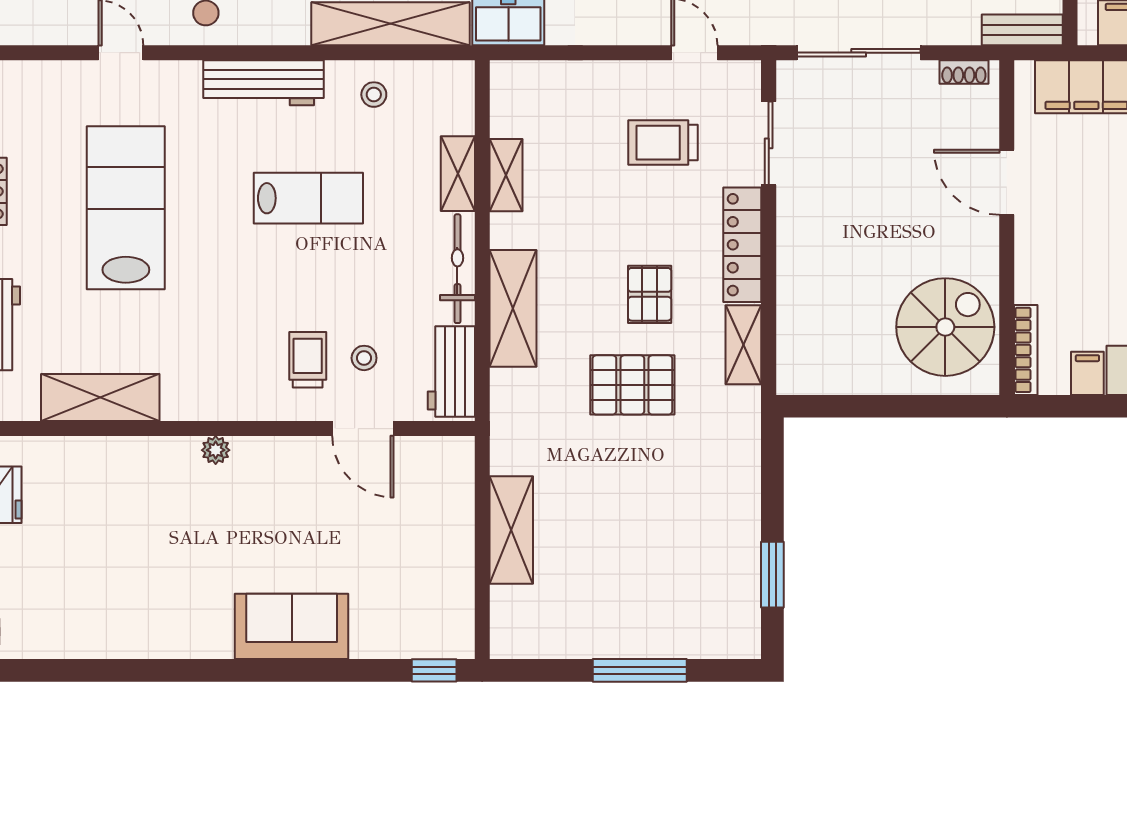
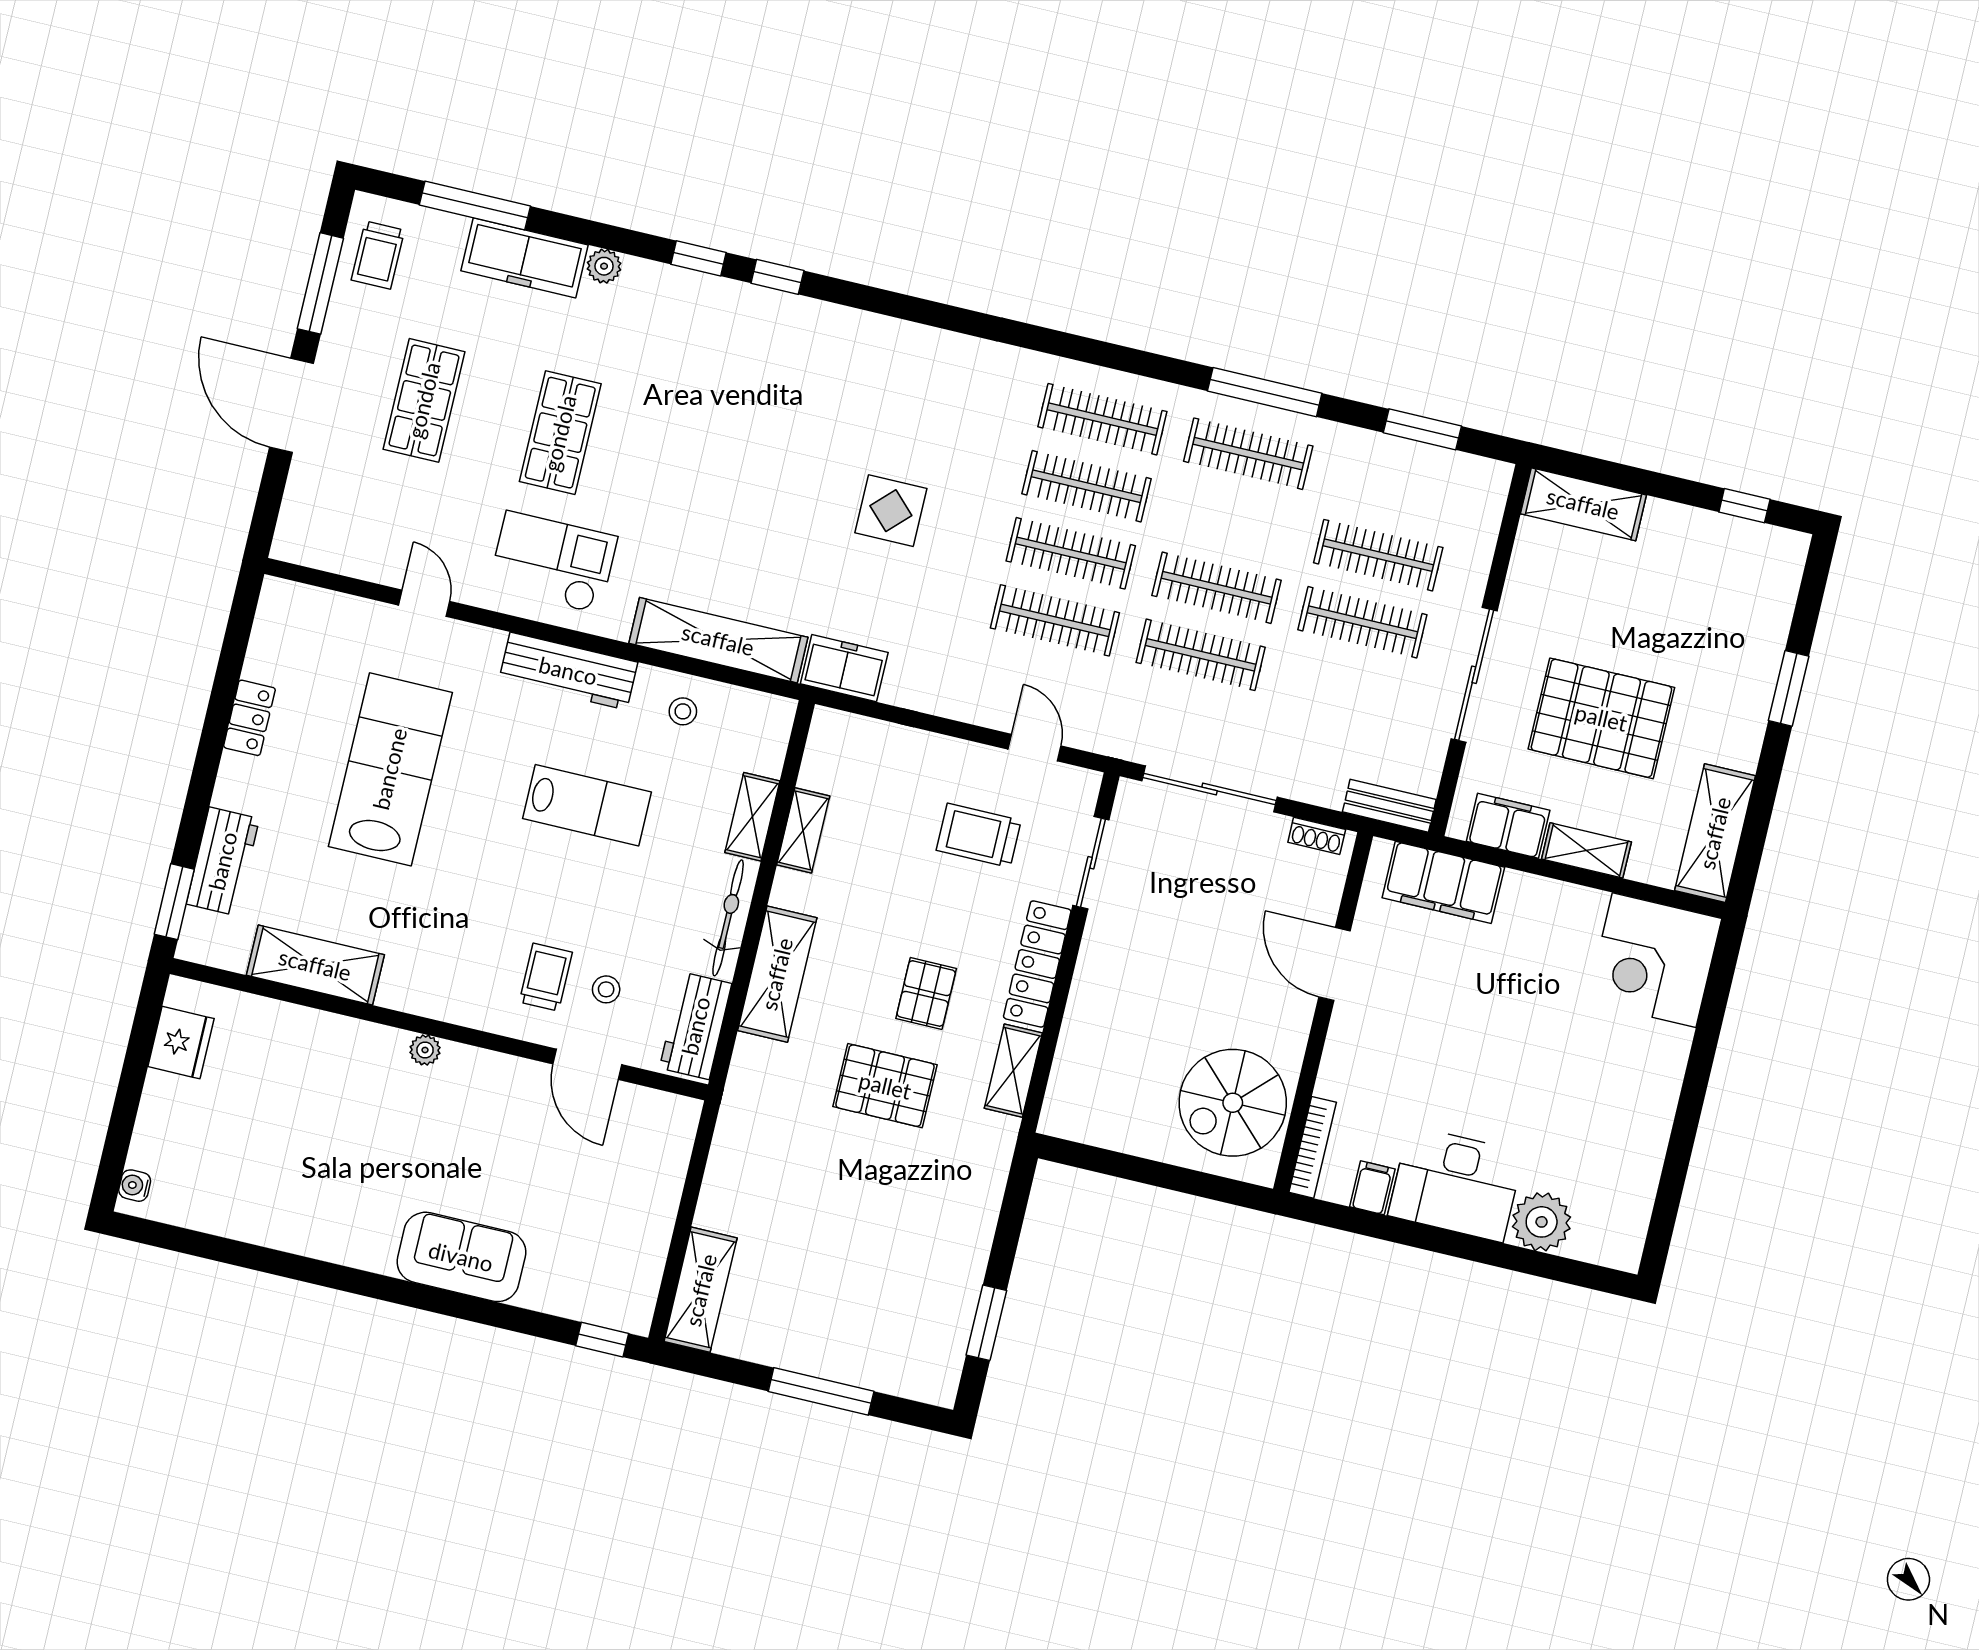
spiral stairs: (945, 327) -> (1233, 1103), turned 180
shelving: (511, 530) -> (701, 1290), moved

